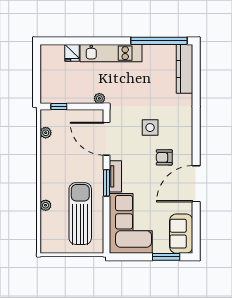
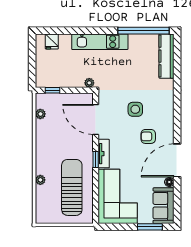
fridge: (72, 53) -> (52, 41), moved
window: (106, 183) -> (96, 160), width x0.67
floor lamp: (187, 208) -> (169, 182), added

